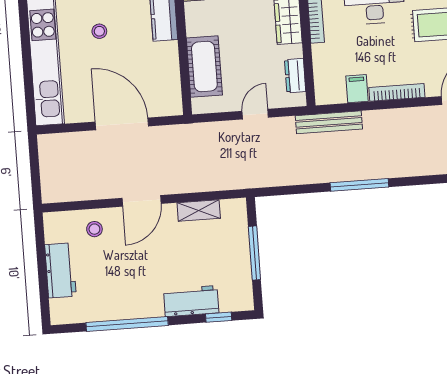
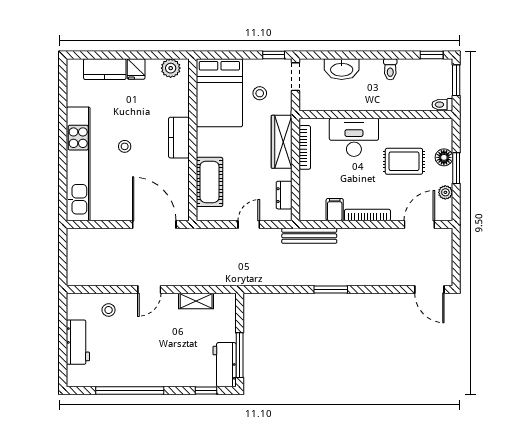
door: (122, 124) -> (154, 225), moved
window: (359, 185) -> (331, 290), width x0.69
door: (142, 201) -> (149, 290), width x0.73
window: (254, 253) -> (240, 355), moved
workbench: (191, 301) -> (225, 365), moved, turned -90

